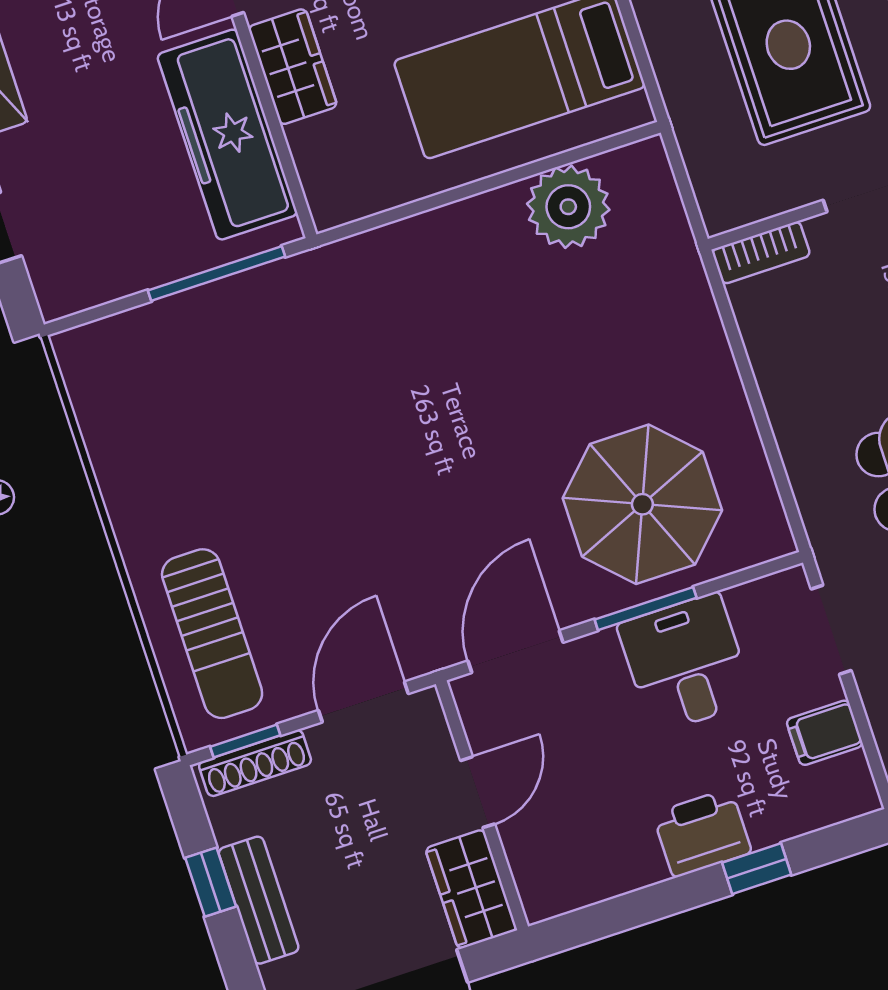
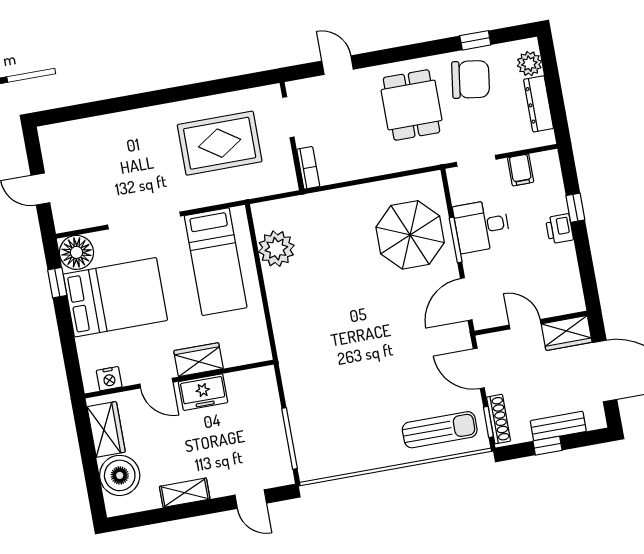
freezer: (227, 135) -> (203, 392), width x0.52, depth x0.79
window: (216, 274) -> (290, 438), moved
door: (515, 652) -> (466, 299), hinge flipped
printer: (702, 833) -> (559, 229), width x0.73, depth x0.81

